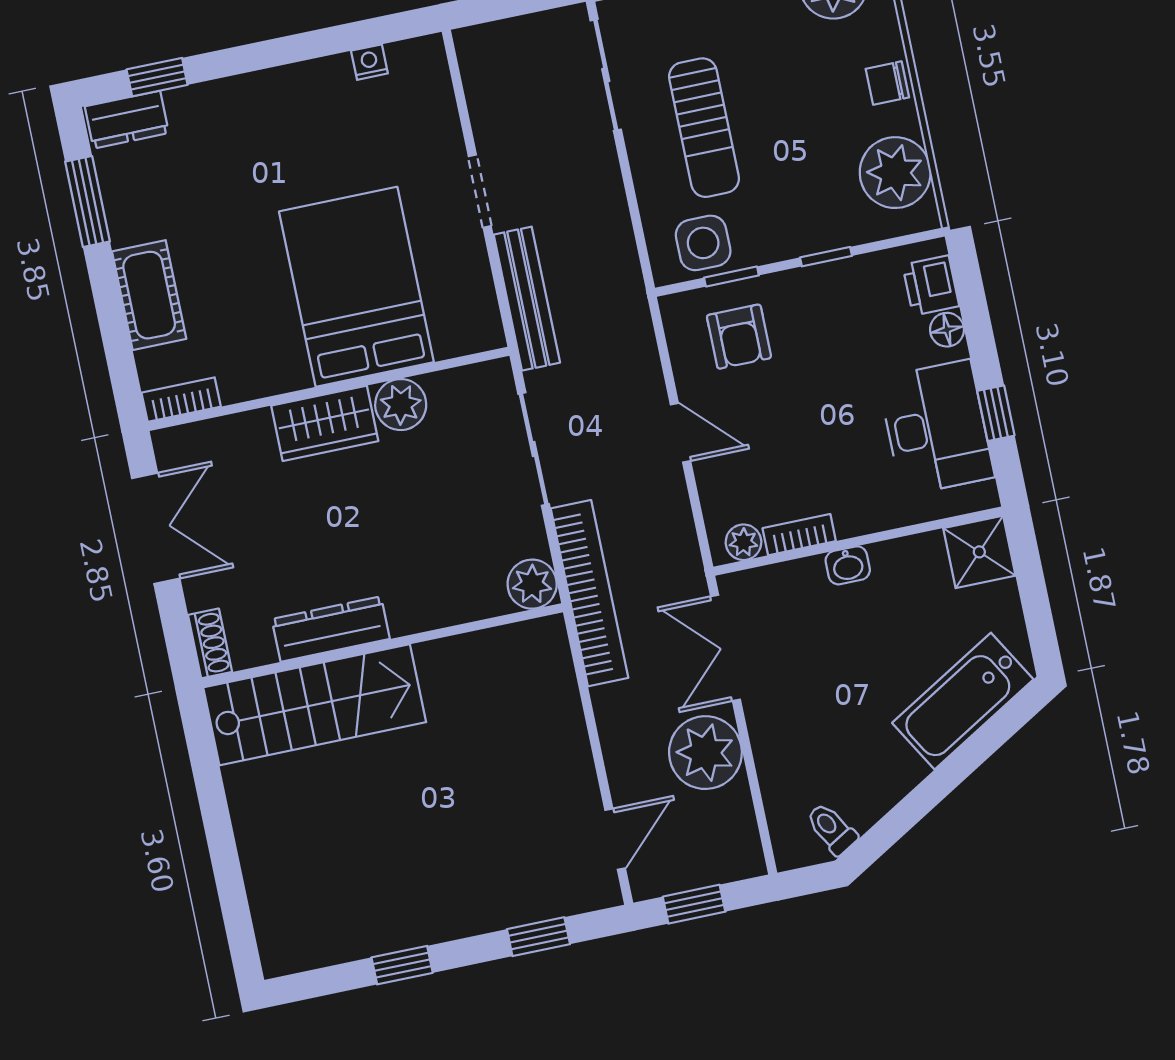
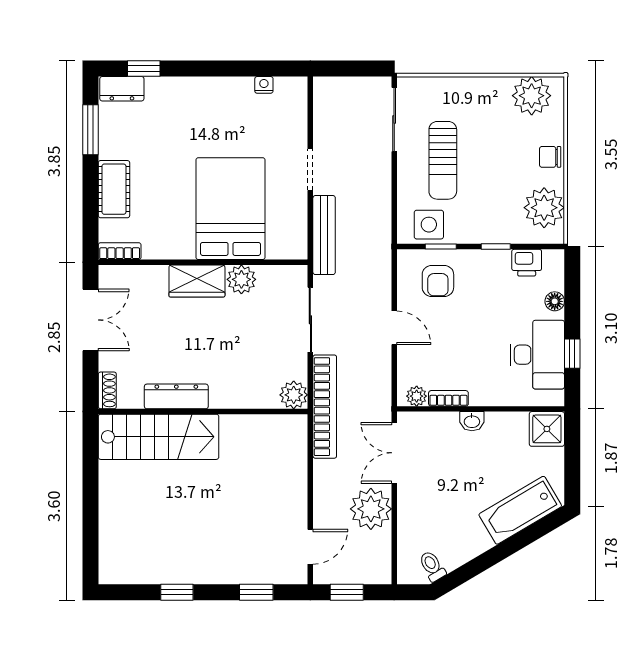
printer: (931, 285) -> (527, 263), moved, turned -90

